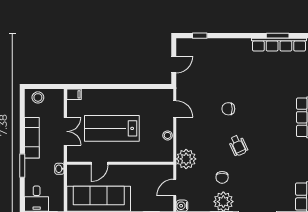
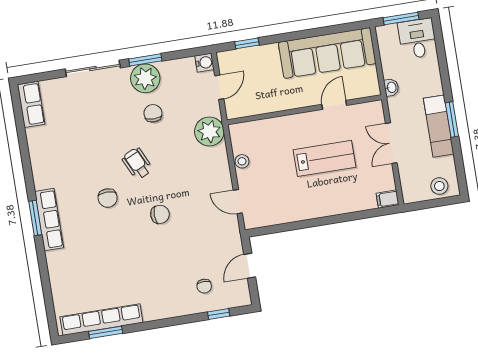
chair: (206, 56) -> (204, 286), added
chair: (262, 125) -> (108, 198), added
lab bench: (112, 128) -> (324, 158), width x0.73, depth x0.72
window: (22, 166) -> (452, 119), moved

